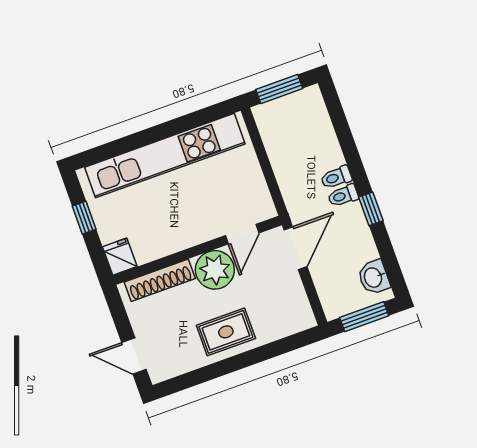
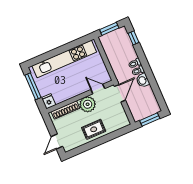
window: (371, 209) -> (133, 38), moved
window: (84, 218) -> (33, 86), width x2.17
door: (242, 234) -> (98, 89), swing flipped
washbasin: (374, 277) -> (143, 80), moved
door: (134, 356) -> (57, 141), hinge flipped

